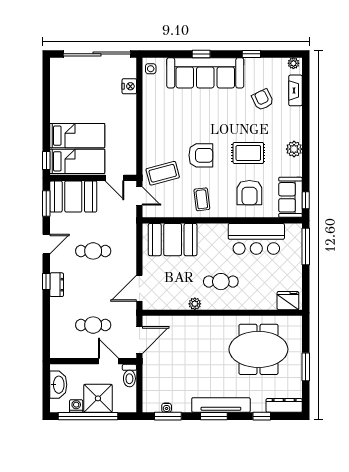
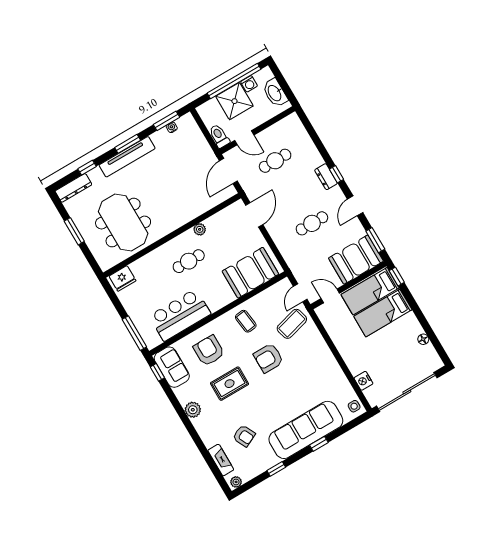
floor lamp: (55, 92) -> (423, 339), added
door: (139, 196) -> (300, 293), hinge flipped
meeting table: (258, 349) -> (123, 223), turned 90

